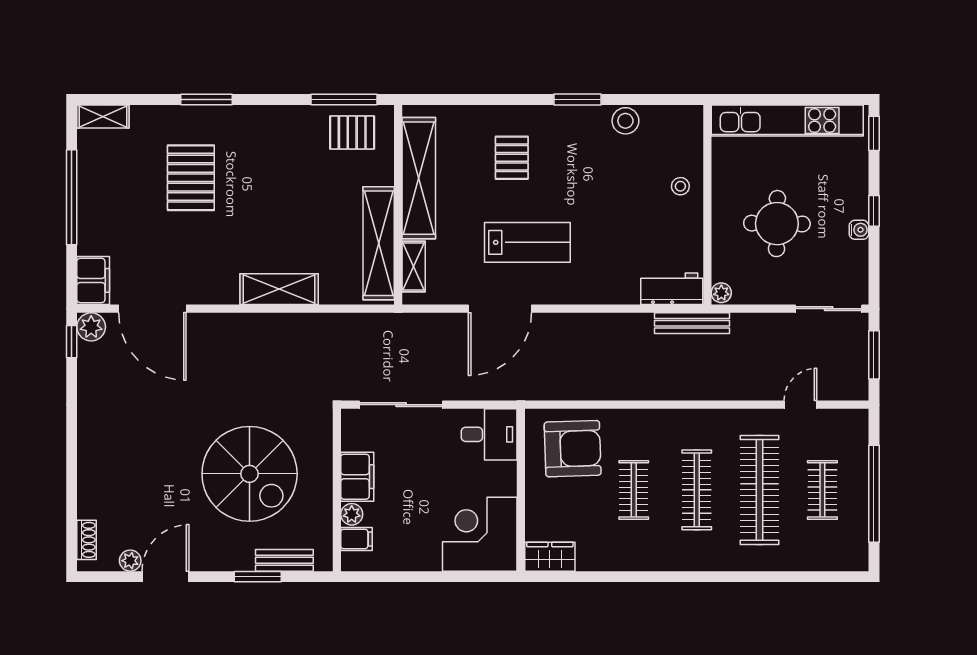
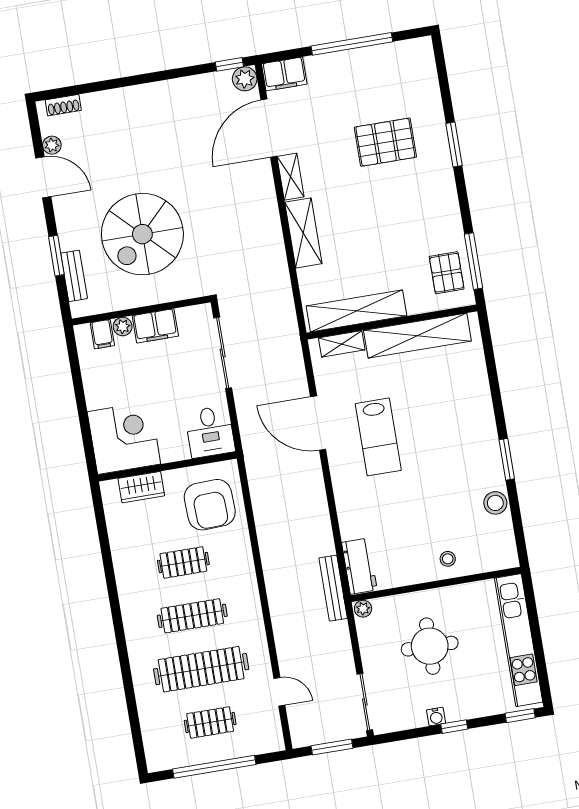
shelving: (103, 117) -> (291, 177), moved
pallet: (512, 158) -> (448, 412), removed
wardrobe: (550, 557) -> (141, 487), moved, turned 90

